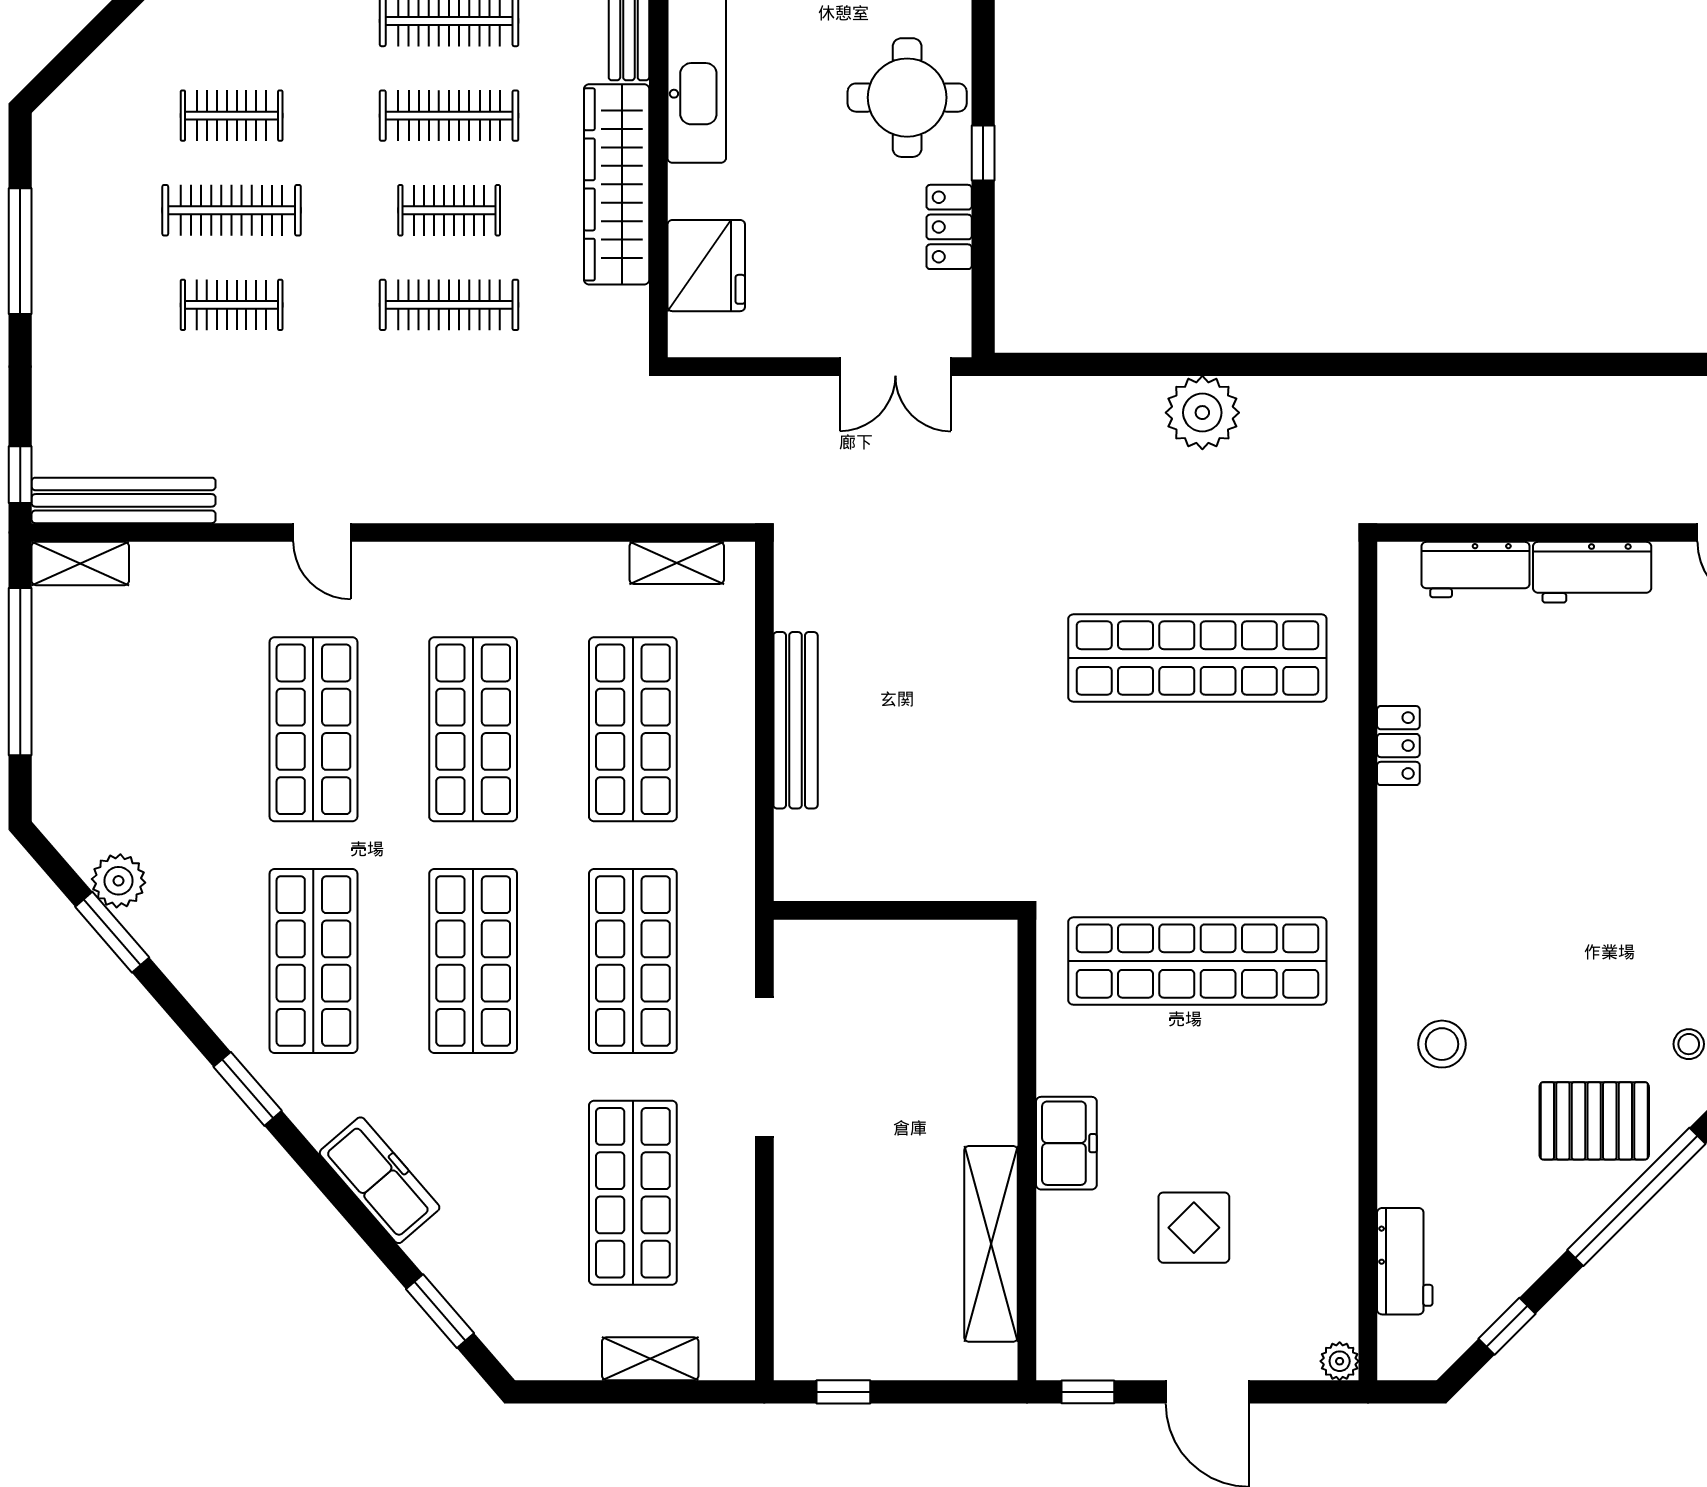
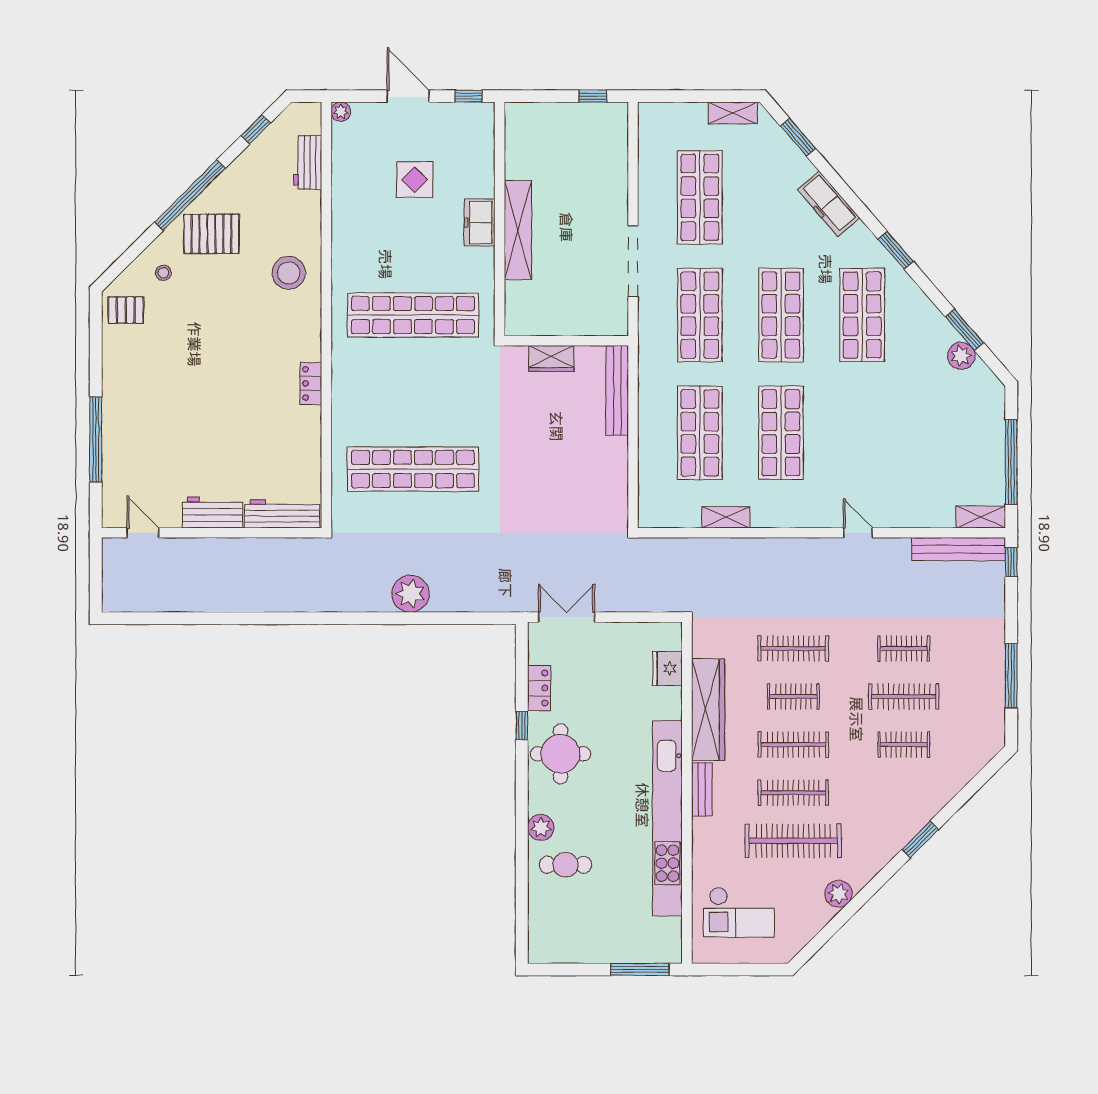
fridge: (706, 266) -> (668, 668), width x0.73, depth x0.75
shelving: (677, 563) -> (726, 517), moved
workbench: (1476, 570) -> (282, 514), width x1.38
bench: (796, 720) -> (617, 390), moved
shop shelf: (313, 729) -> (862, 433), removed
locker: (1398, 746) -> (311, 383), moved
wardrobe: (925, 875) -> (551, 359), added
stool: (1442, 1044) -> (289, 273), width x1.38, depth x1.38
shelving: (991, 1244) -> (518, 230), moved
shelving: (650, 1359) -> (733, 113), moved

